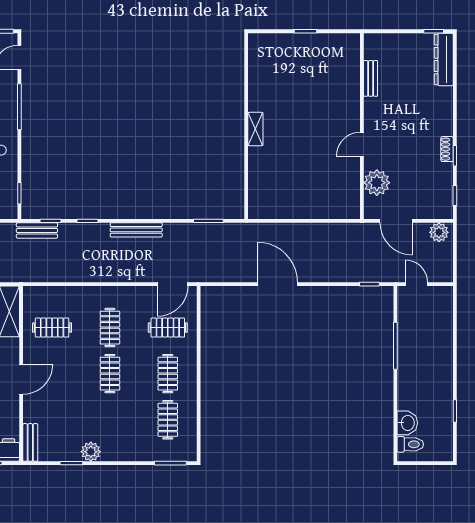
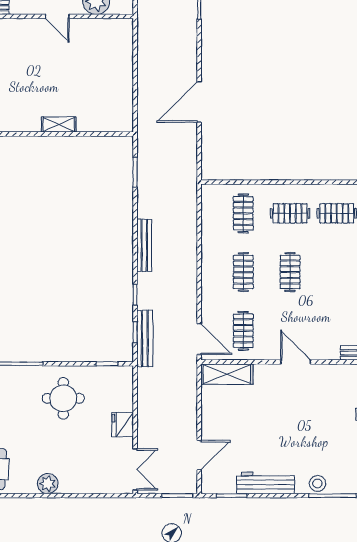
shelving: (255, 129) -> (59, 125), moved
bench: (37, 230) -> (145, 338), width x1.36
door: (173, 284) -> (199, 339), moved
clothes rail: (110, 328) -> (243, 272), turned 90
clothes rail: (110, 374) -> (290, 272), turned 90

